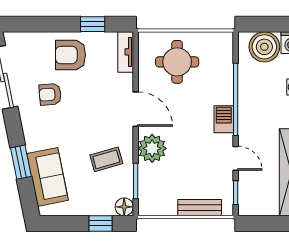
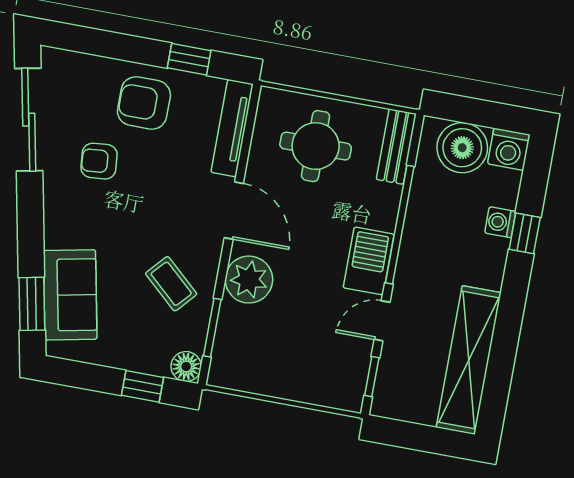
tv unit: (126, 52) -> (232, 128), width x1.41
barbecue: (224, 119) -> (369, 261), width x1.38, depth x1.27
door: (236, 158) -> (382, 321), swing flipped
coffee table: (106, 159) -> (171, 284), turned 58
window: (21, 162) -> (32, 304), moved
bench: (200, 208) -> (396, 147), moved, turned 90

